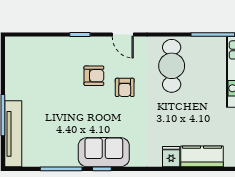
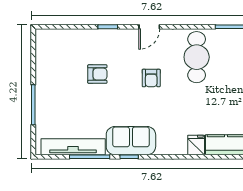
door: (123, 35) -> (149, 27), hinge flipped
armchair: (94, 76) -> (97, 74), moved
tv unit: (13, 134) -> (73, 147), moved, turned -90

